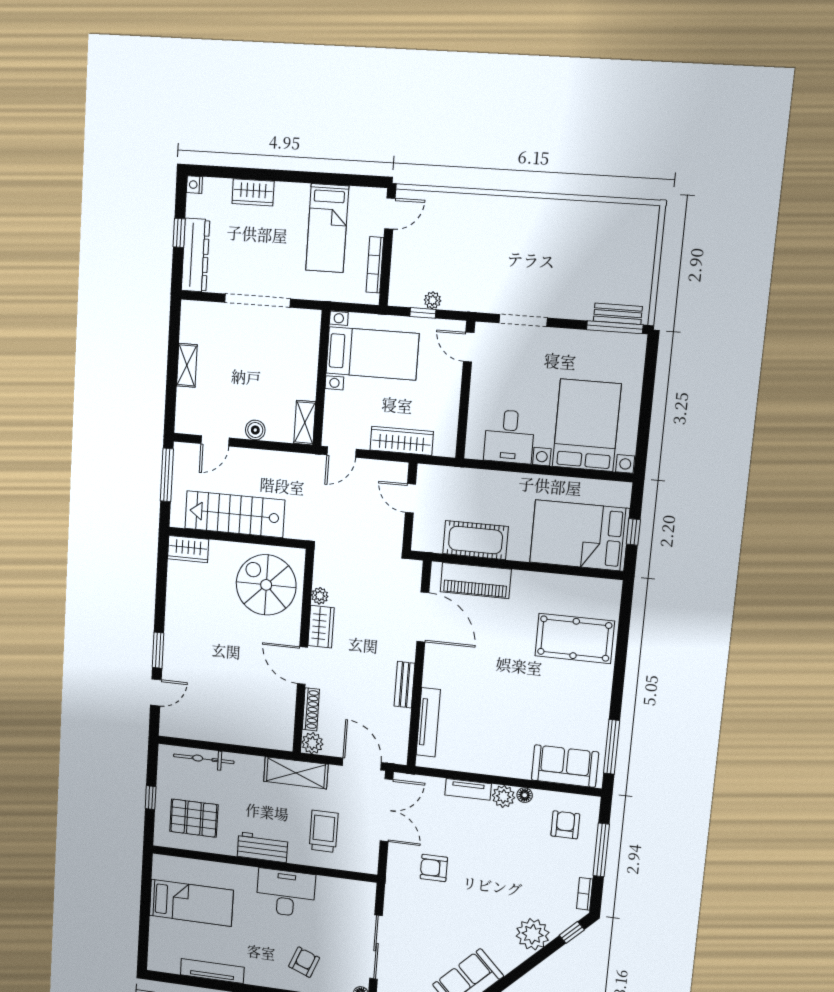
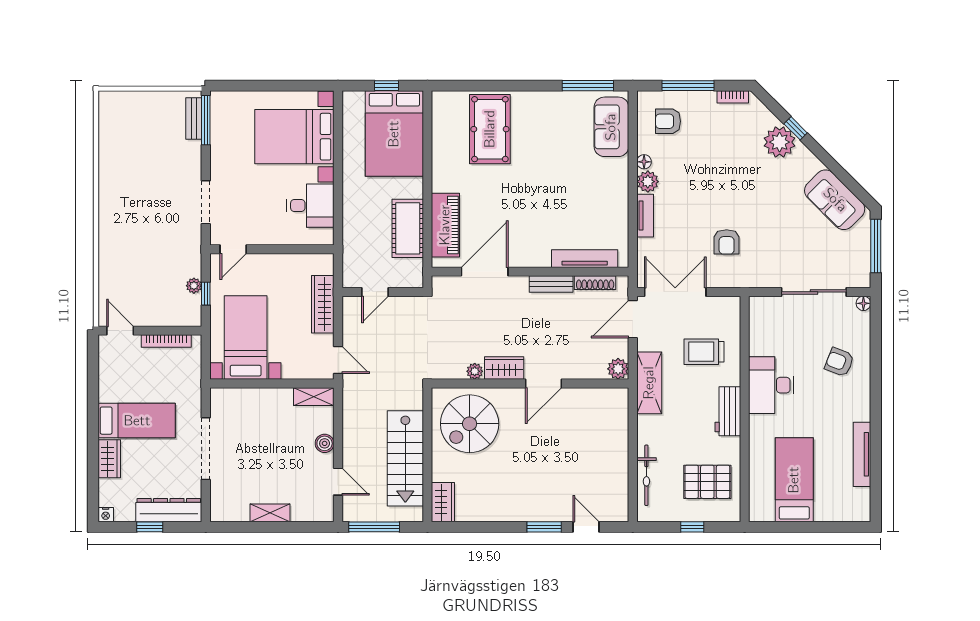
bed: (327, 228) -> (137, 421), moved
shoe rack: (311, 709) -> (595, 283), moved, turned 180
pallet: (194, 818) -> (707, 482), turned 90
window: (572, 932) -> (796, 128), moved

